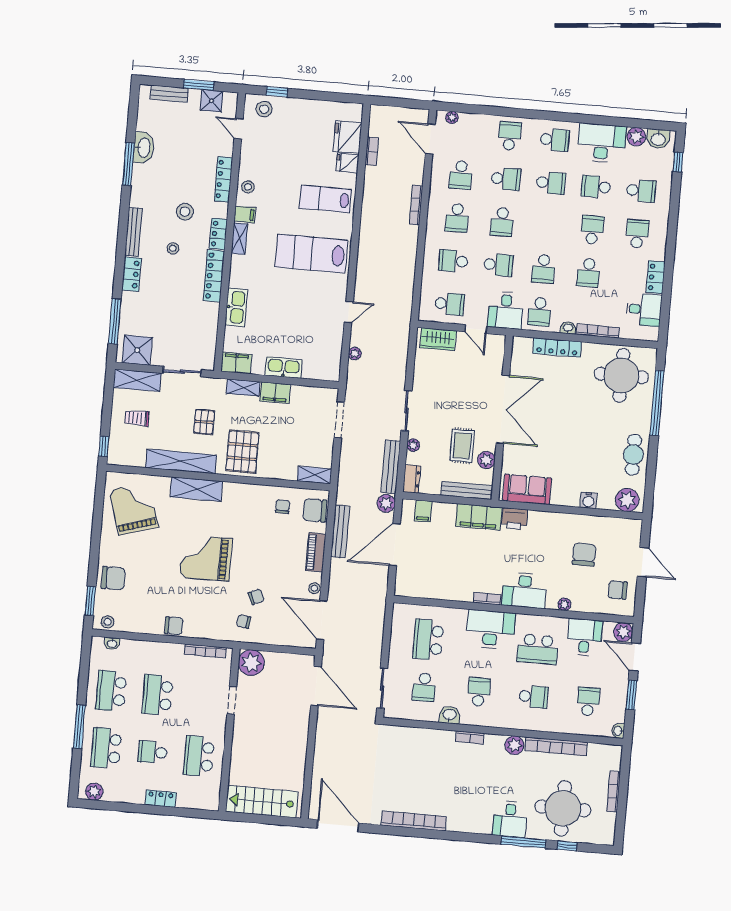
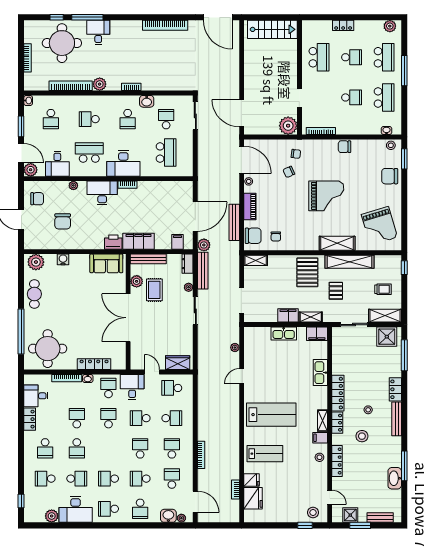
washbasin: (658, 139) -> (168, 516), moved
school desk: (158, 695) -> (352, 97), width x0.54

